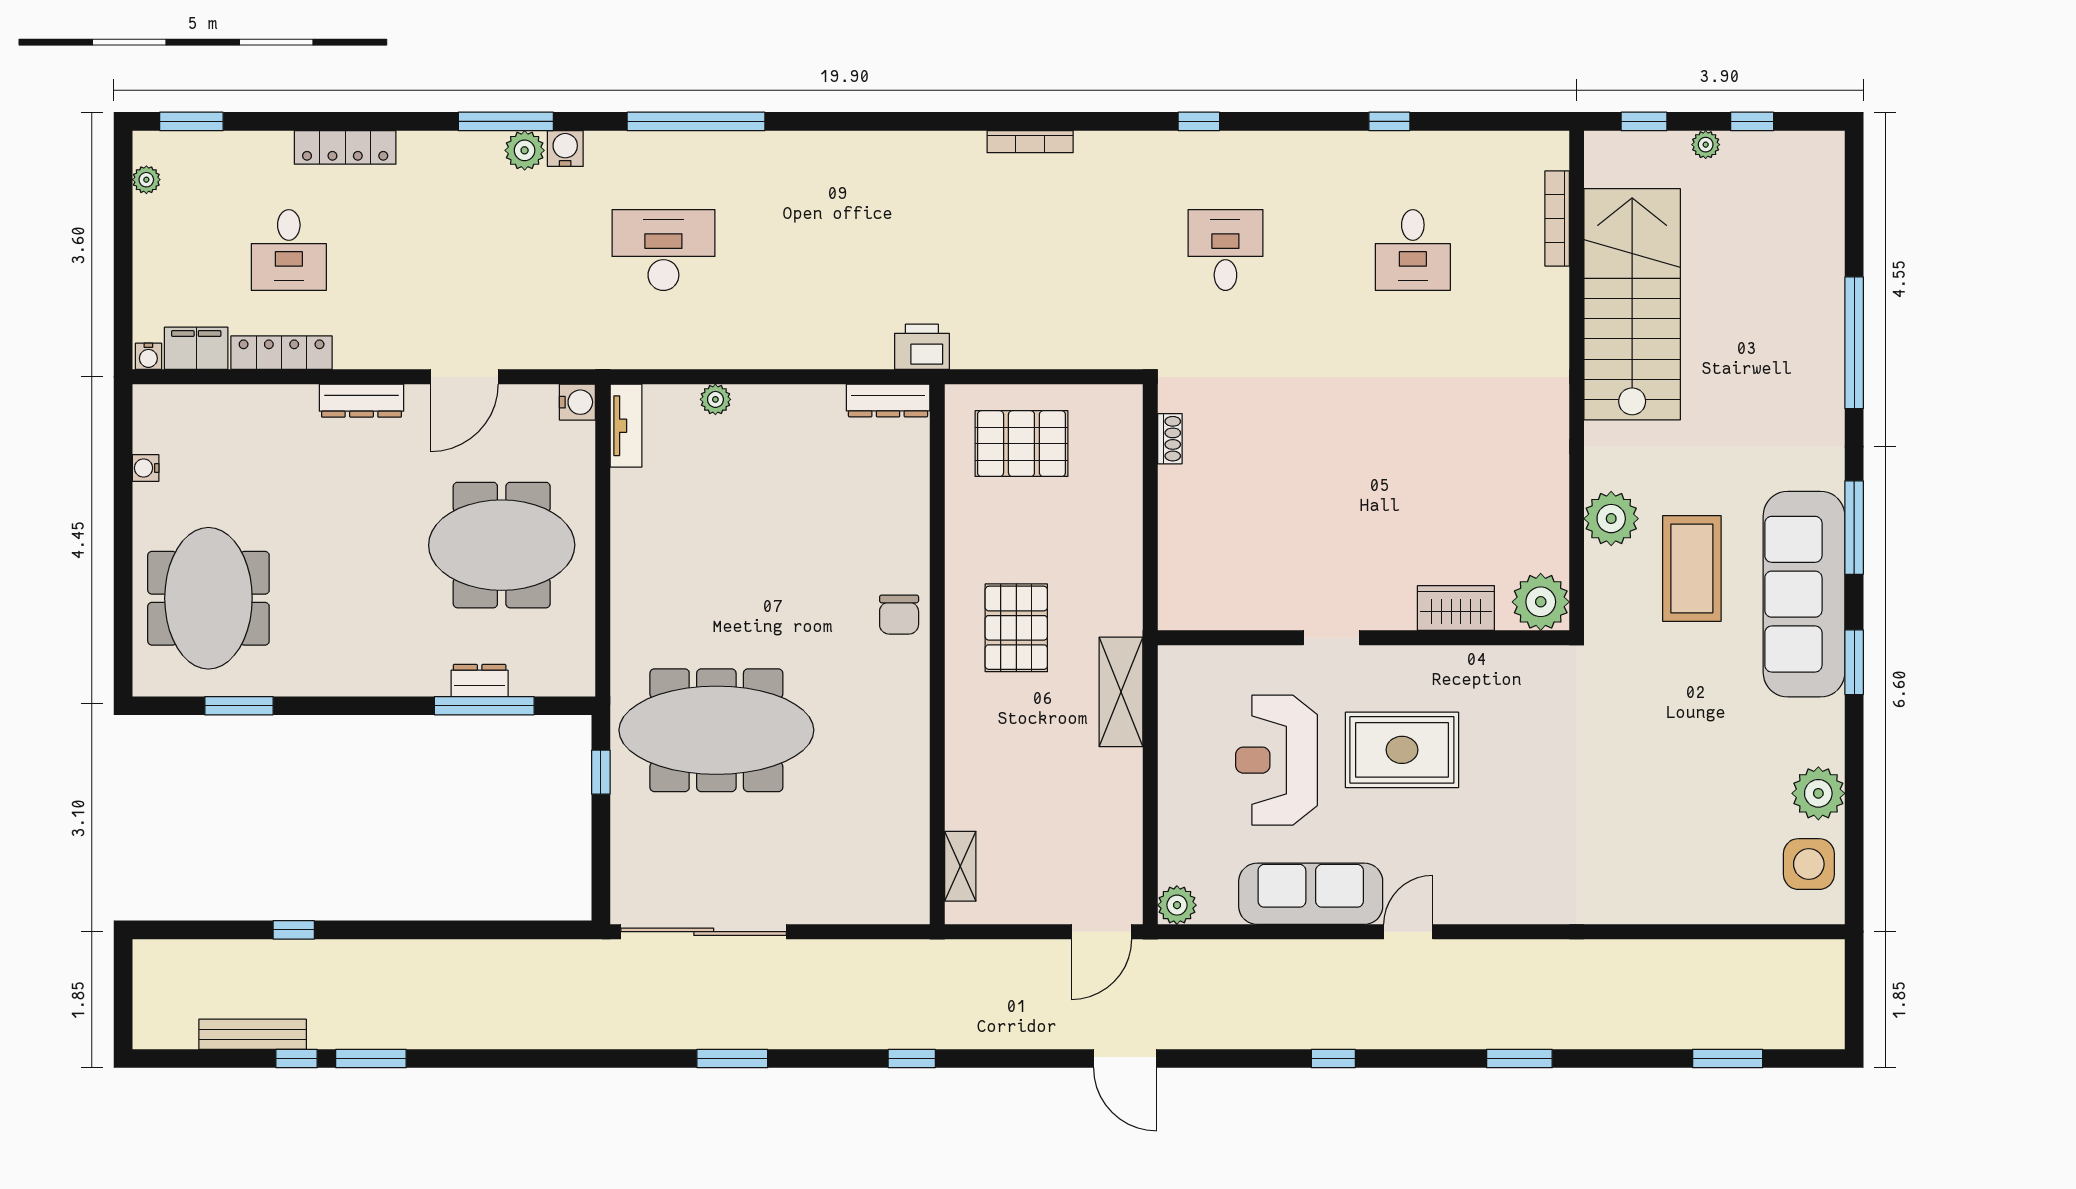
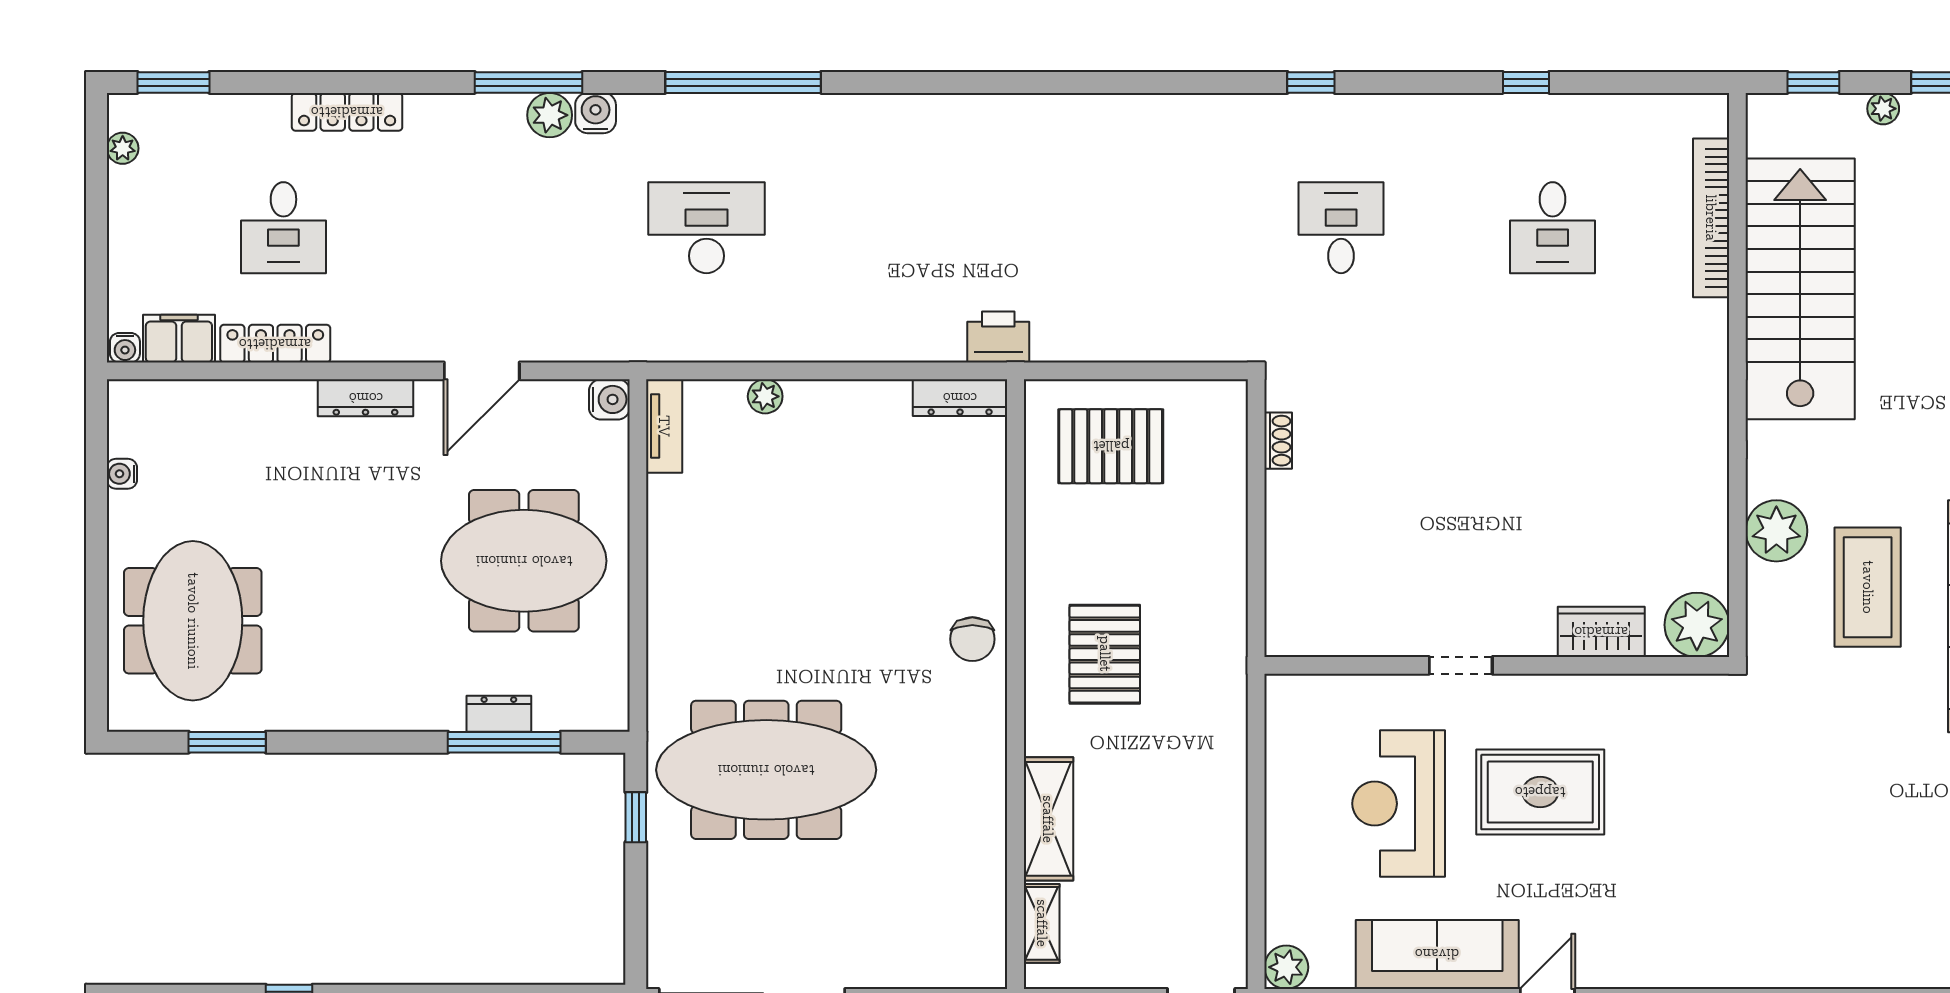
bookcase: (1030, 142) -> (1120, 105), removed
bookcase: (1557, 219) -> (1711, 218), width x1.48, depth x1.31
shelving: (1121, 692) -> (1048, 819), moved

